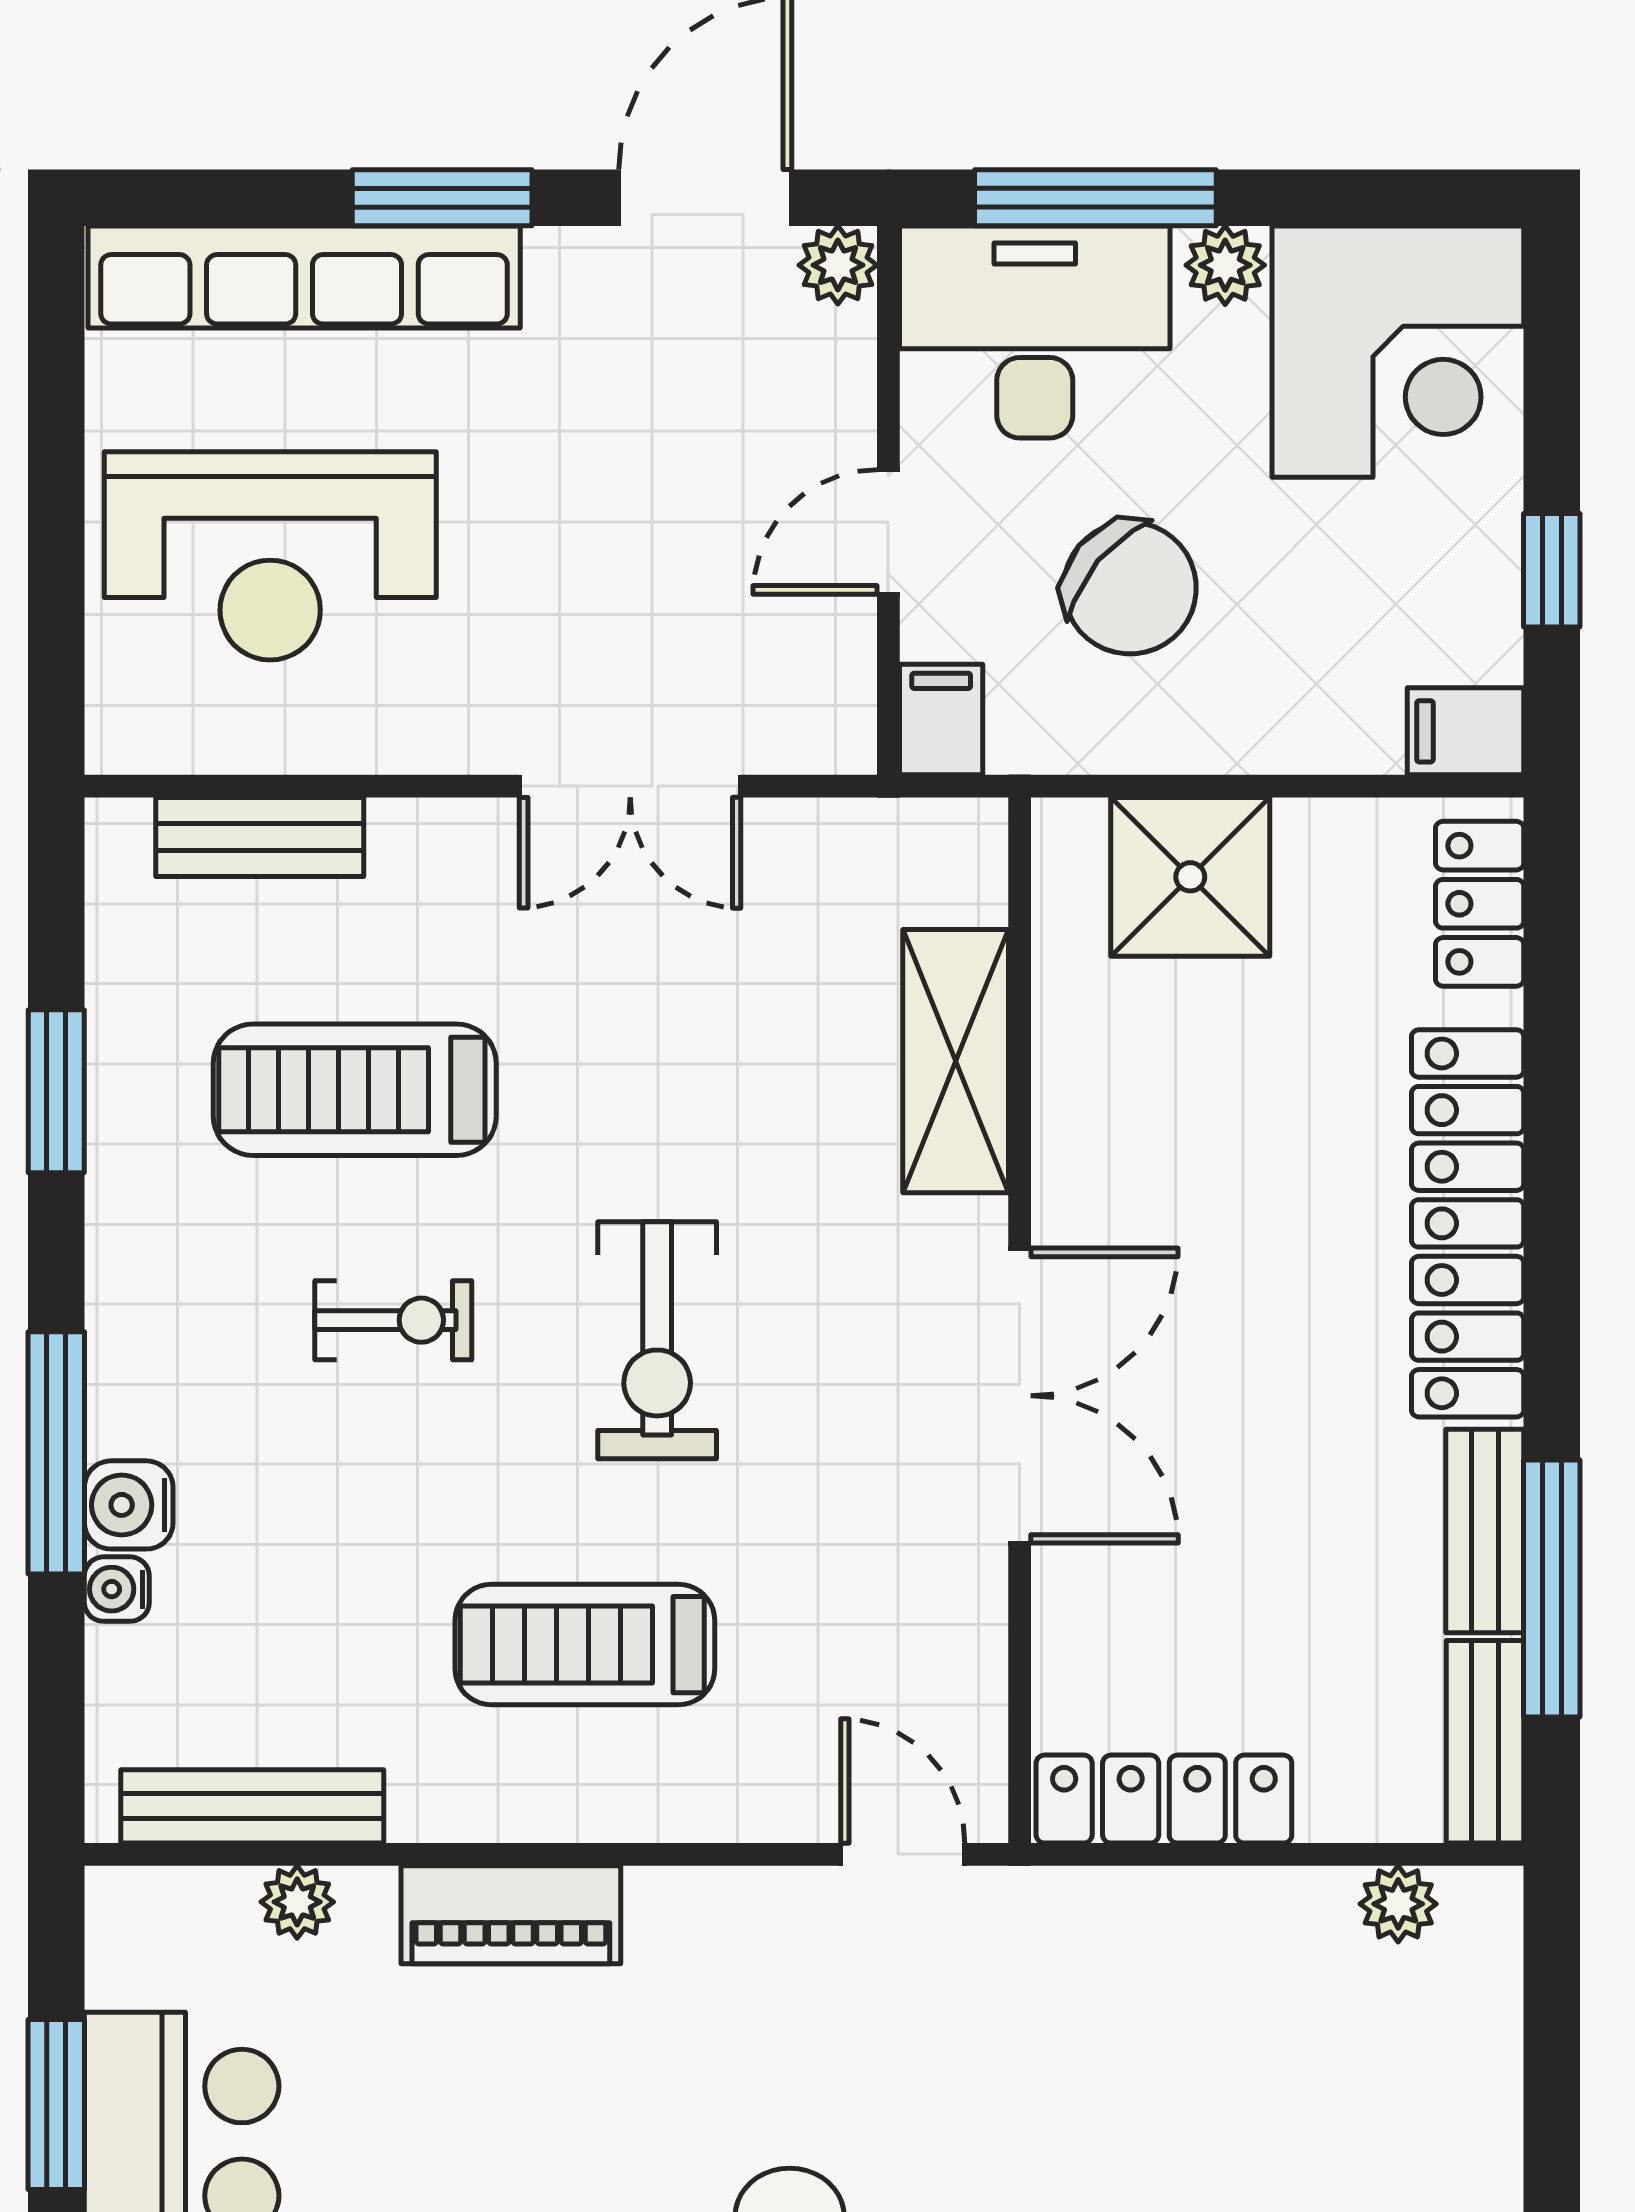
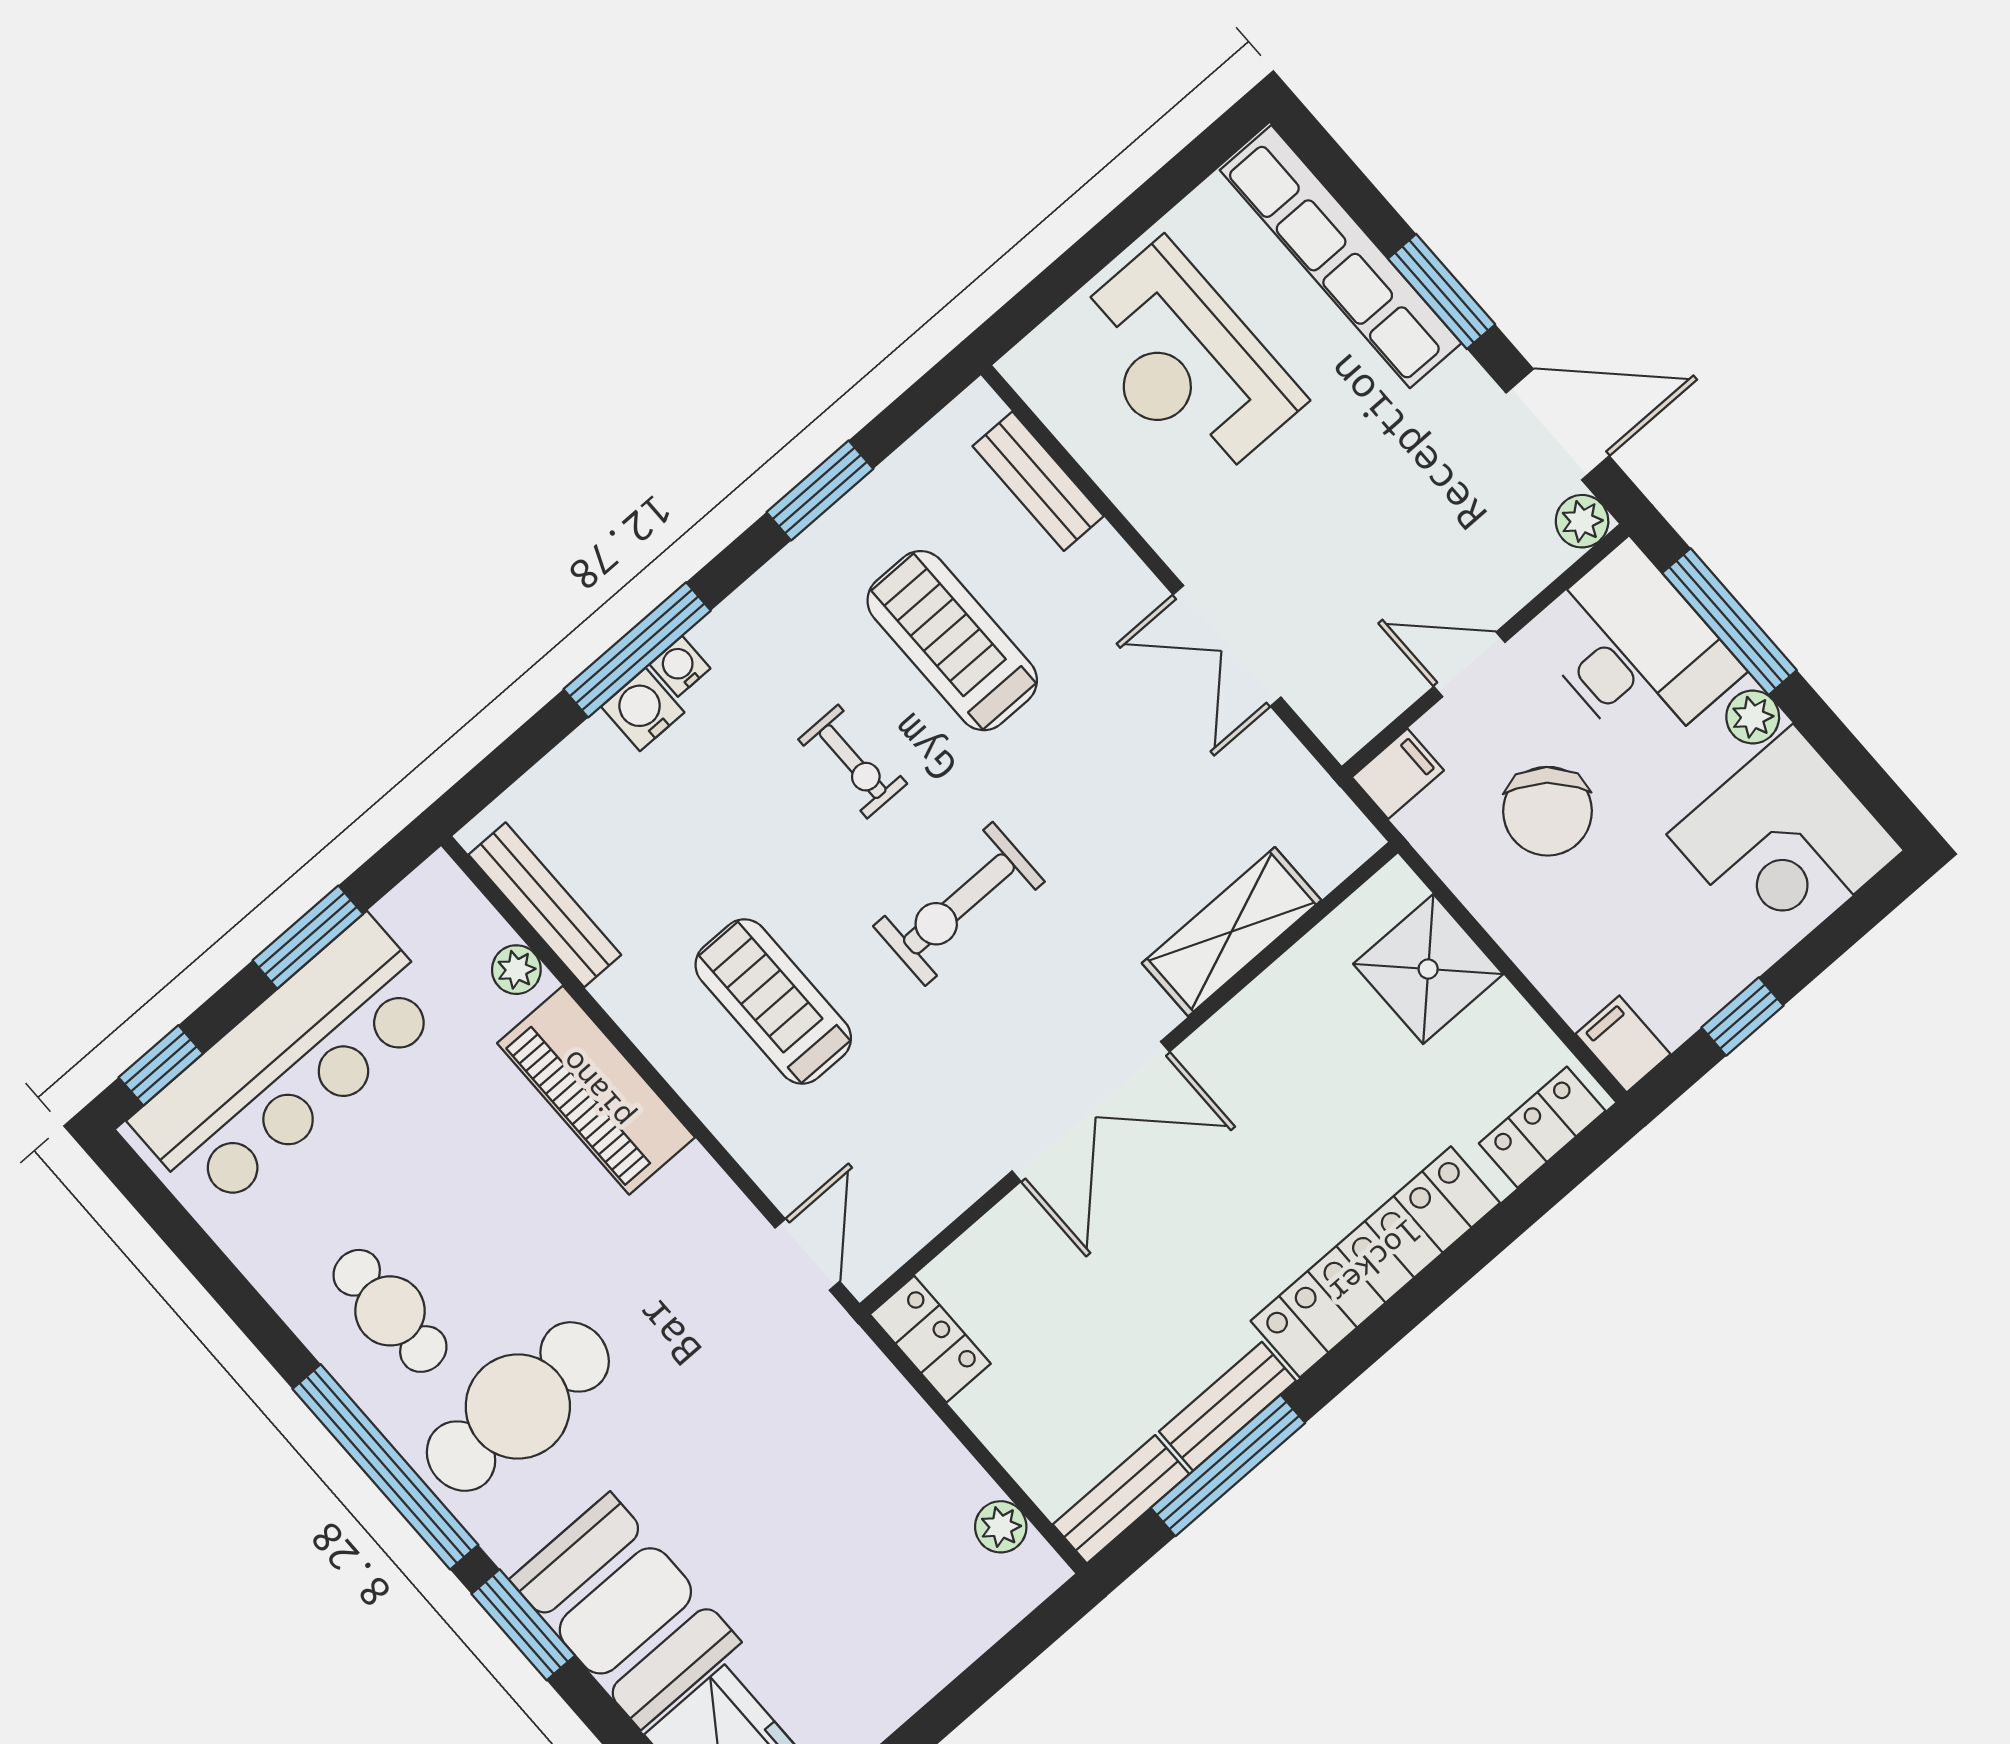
water cooler: (117, 1589) -> (680, 666), moved
locker: (1164, 1799) -> (930, 1339), width x0.66
piano: (511, 1915) -> (596, 1090), width x1.37, depth x1.33

